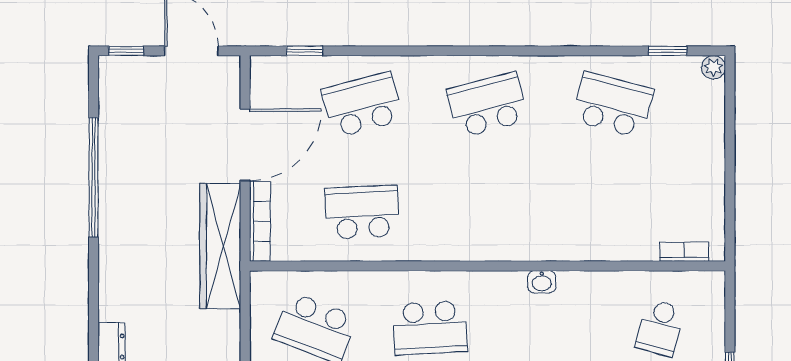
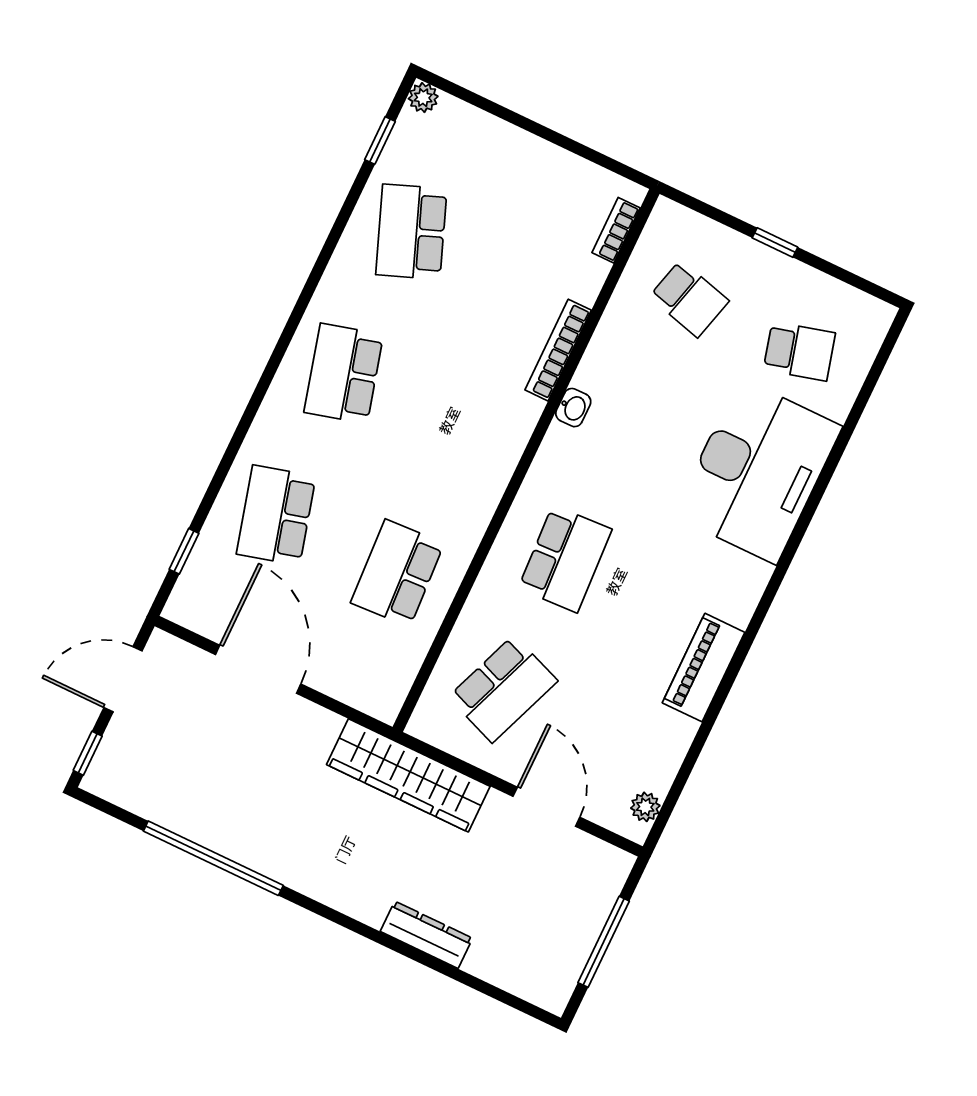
school desk: (613, 105) -> (411, 232), turned -36
bookcase: (260, 221) -> (558, 350), moved, turned -90
wardrobe: (220, 246) -> (408, 775), moved

